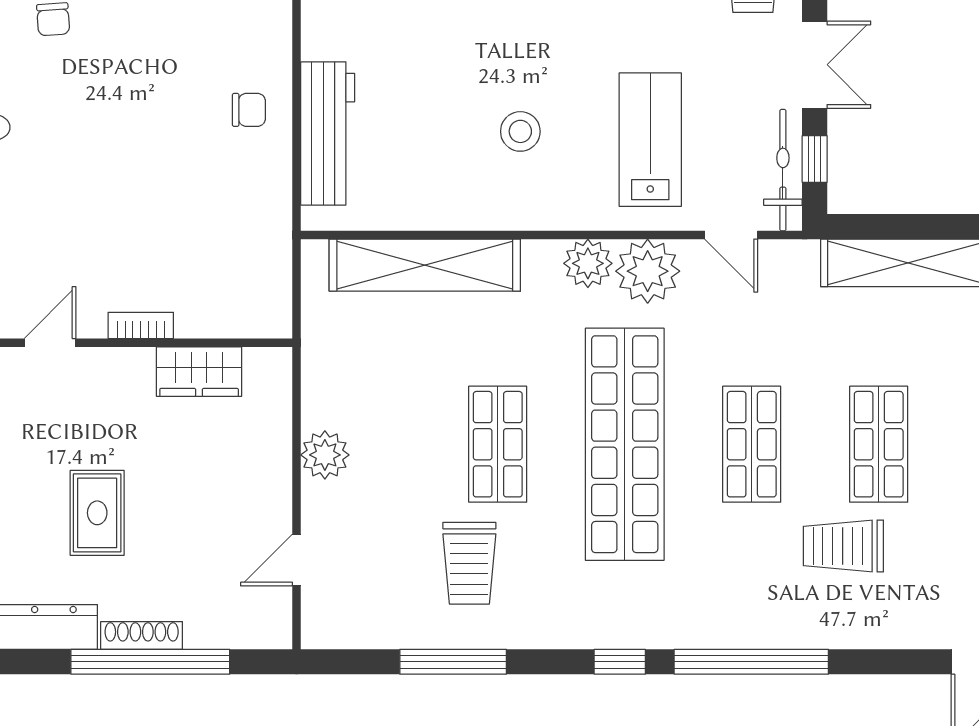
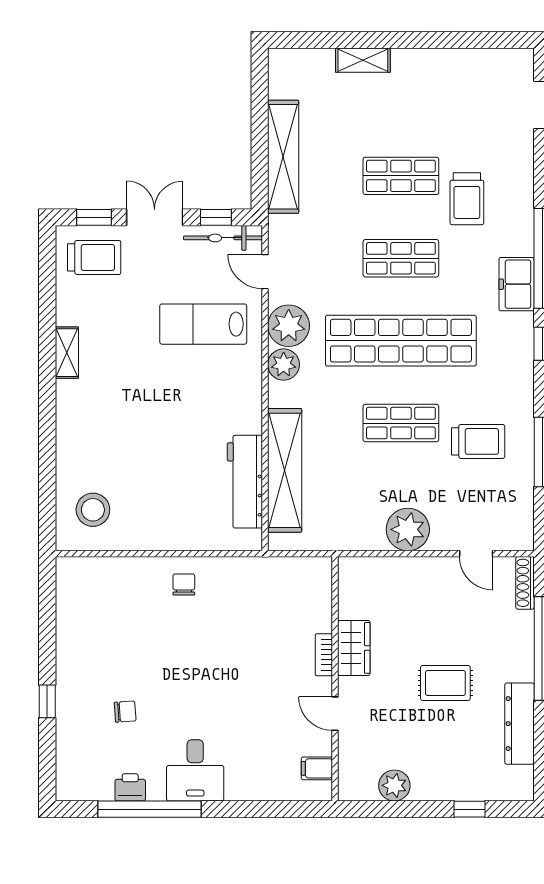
stool: (520, 131) -> (198, 408), removed
workbench: (328, 133) -> (245, 482), moved, turned -90
door: (731, 235) -> (265, 272), swing flipped
wardrobe: (199, 372) -> (354, 648), moved
plant: (325, 455) -> (408, 529), width x1.36, depth x1.36
freezer: (712, 622) -> (517, 284), added
shoe rack: (142, 635) -> (525, 583), moved

